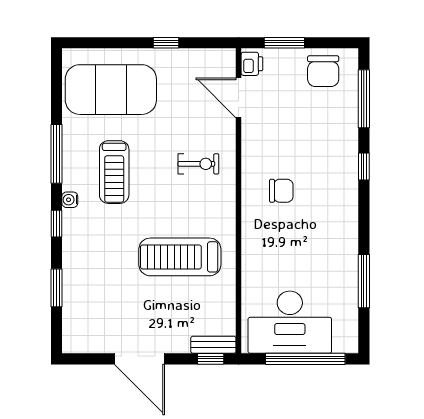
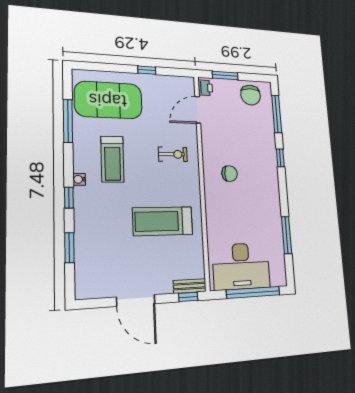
door: (239, 98) -> (198, 110), hinge flipped
window: (57, 154) -> (68, 121), moved

